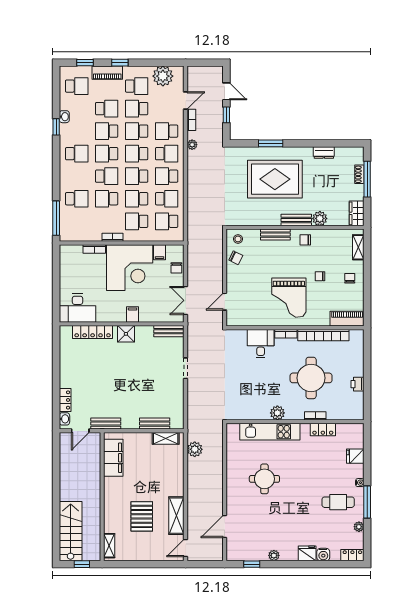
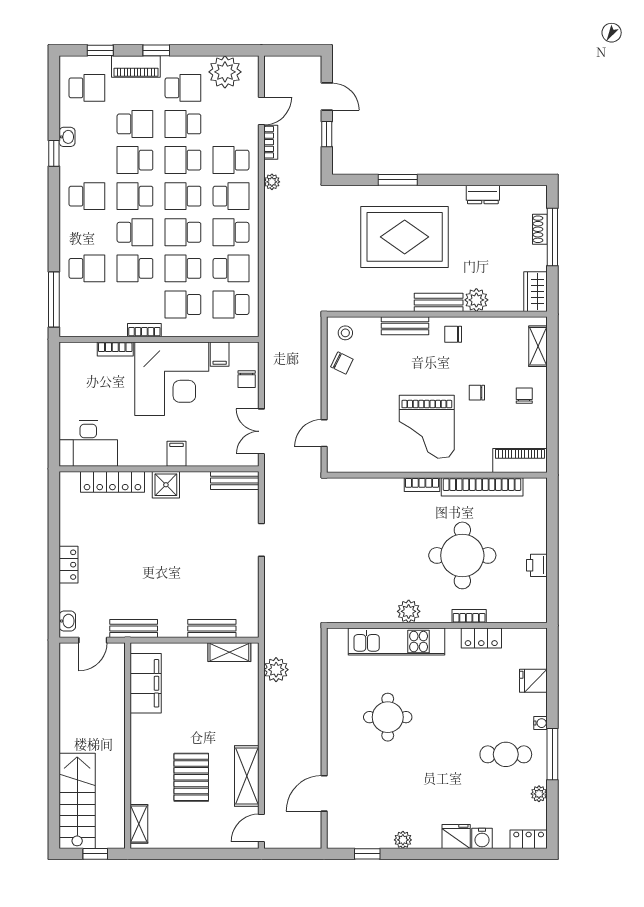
desk: (261, 344) -> (382, 500), removed
locker: (65, 400) -> (68, 565), moved

